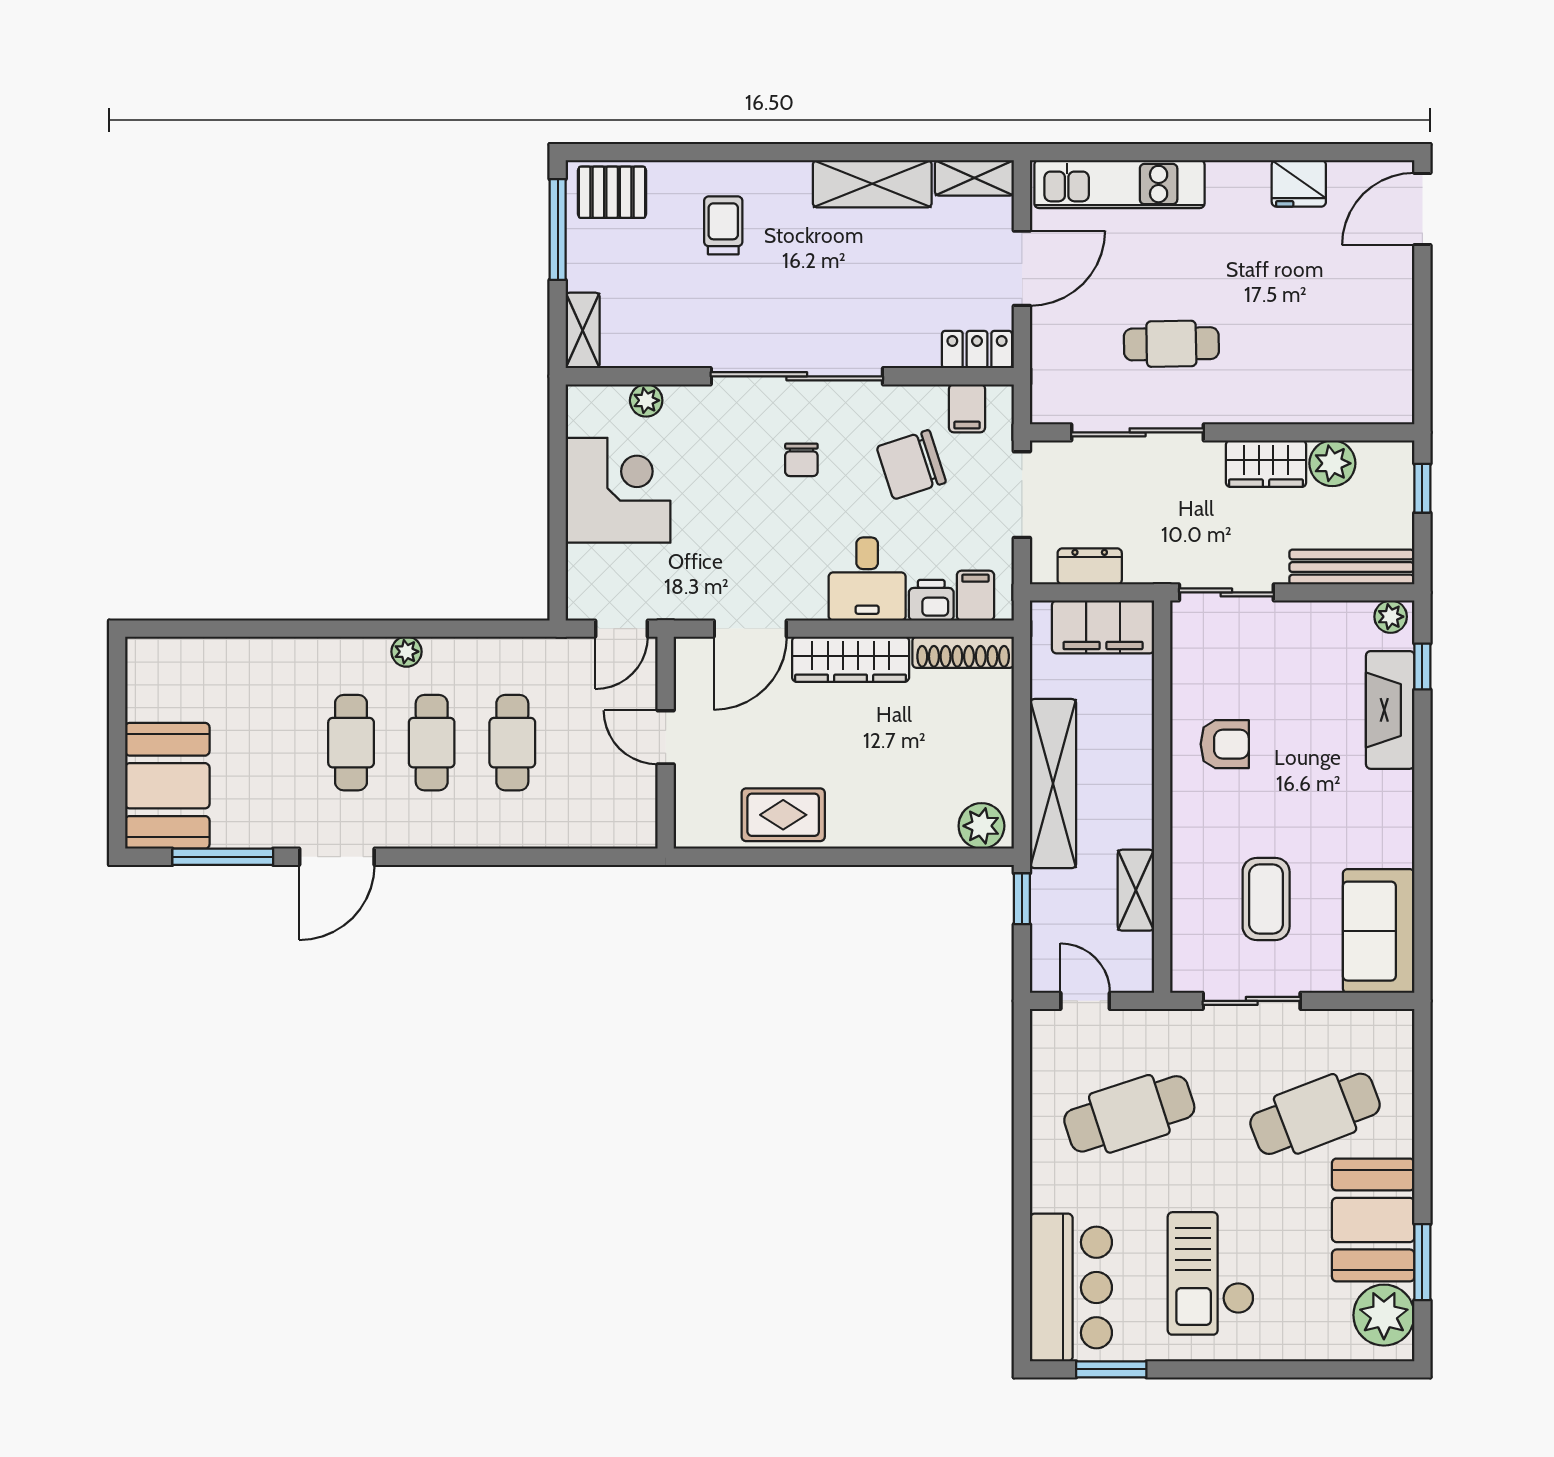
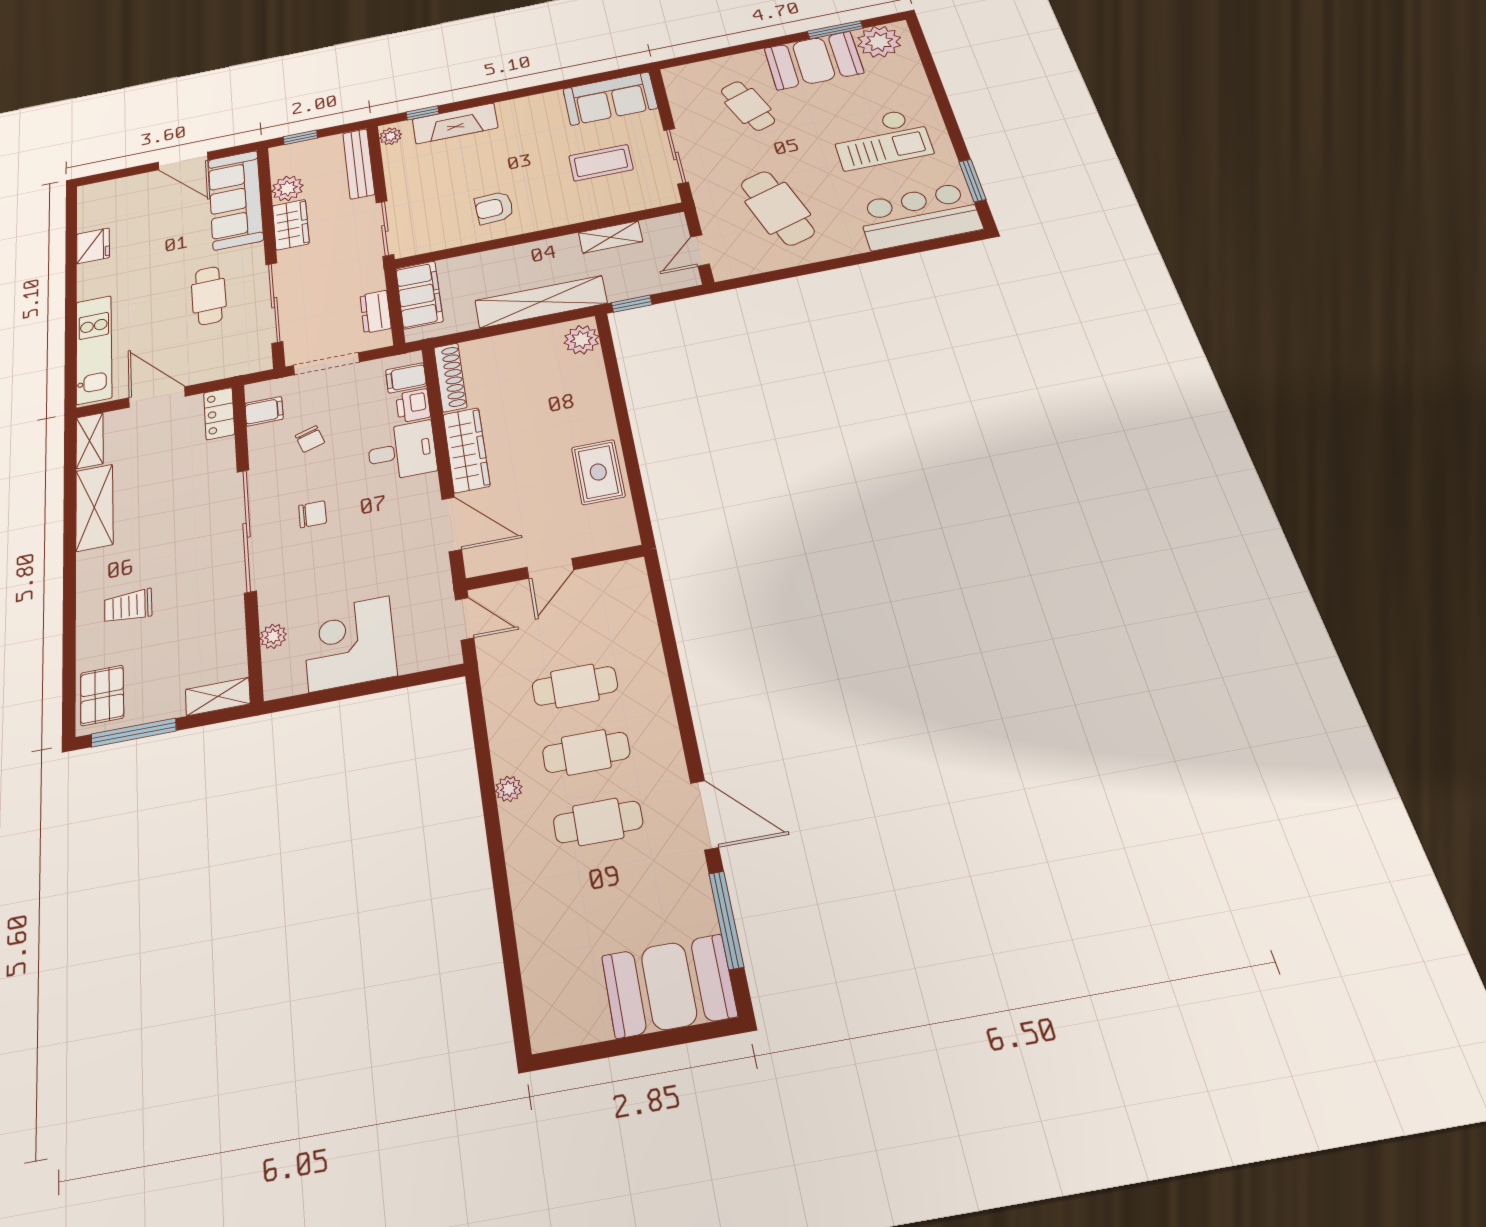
door: (1422, 209) -> (183, 161), moved
sofa: (1331, 389) -> (236, 200), added
chair: (911, 465) -> (310, 439), width x0.54, depth x0.54
armchair: (1225, 744) -> (494, 208), turned -93
cafe table: (1315, 1114) -> (748, 106), width x0.73, depth x0.74

